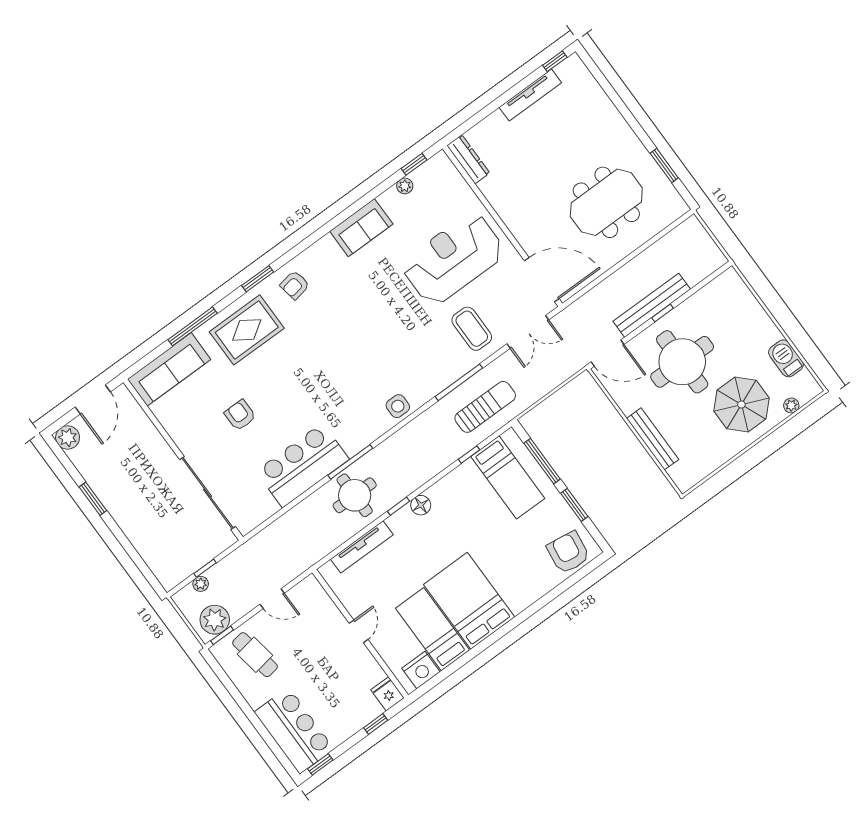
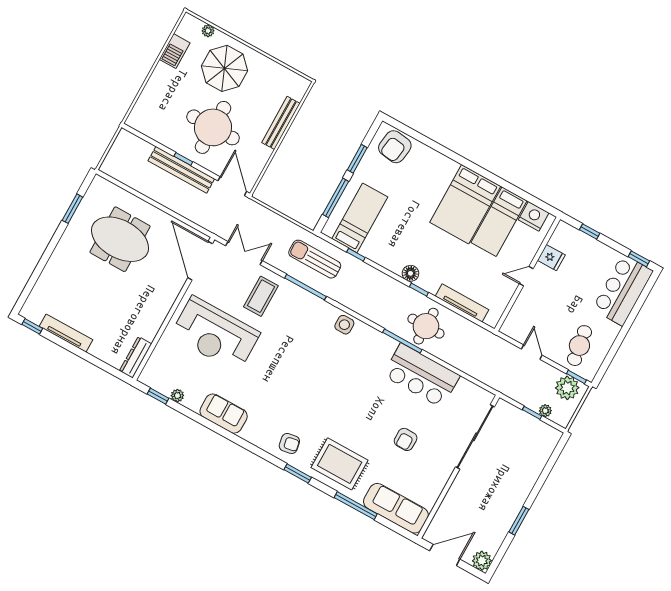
fridge: (388, 694) -> (551, 258), moved, turned -90

